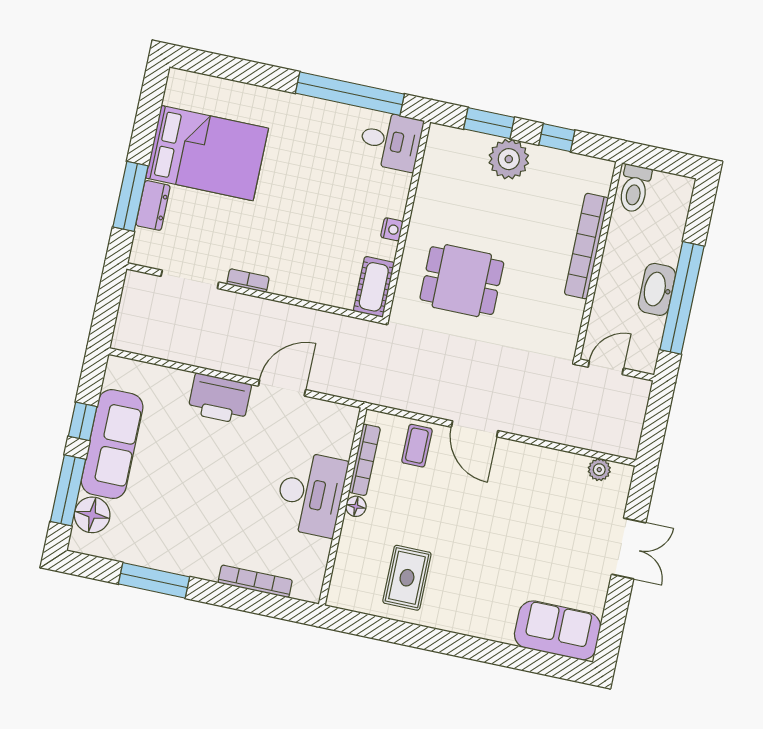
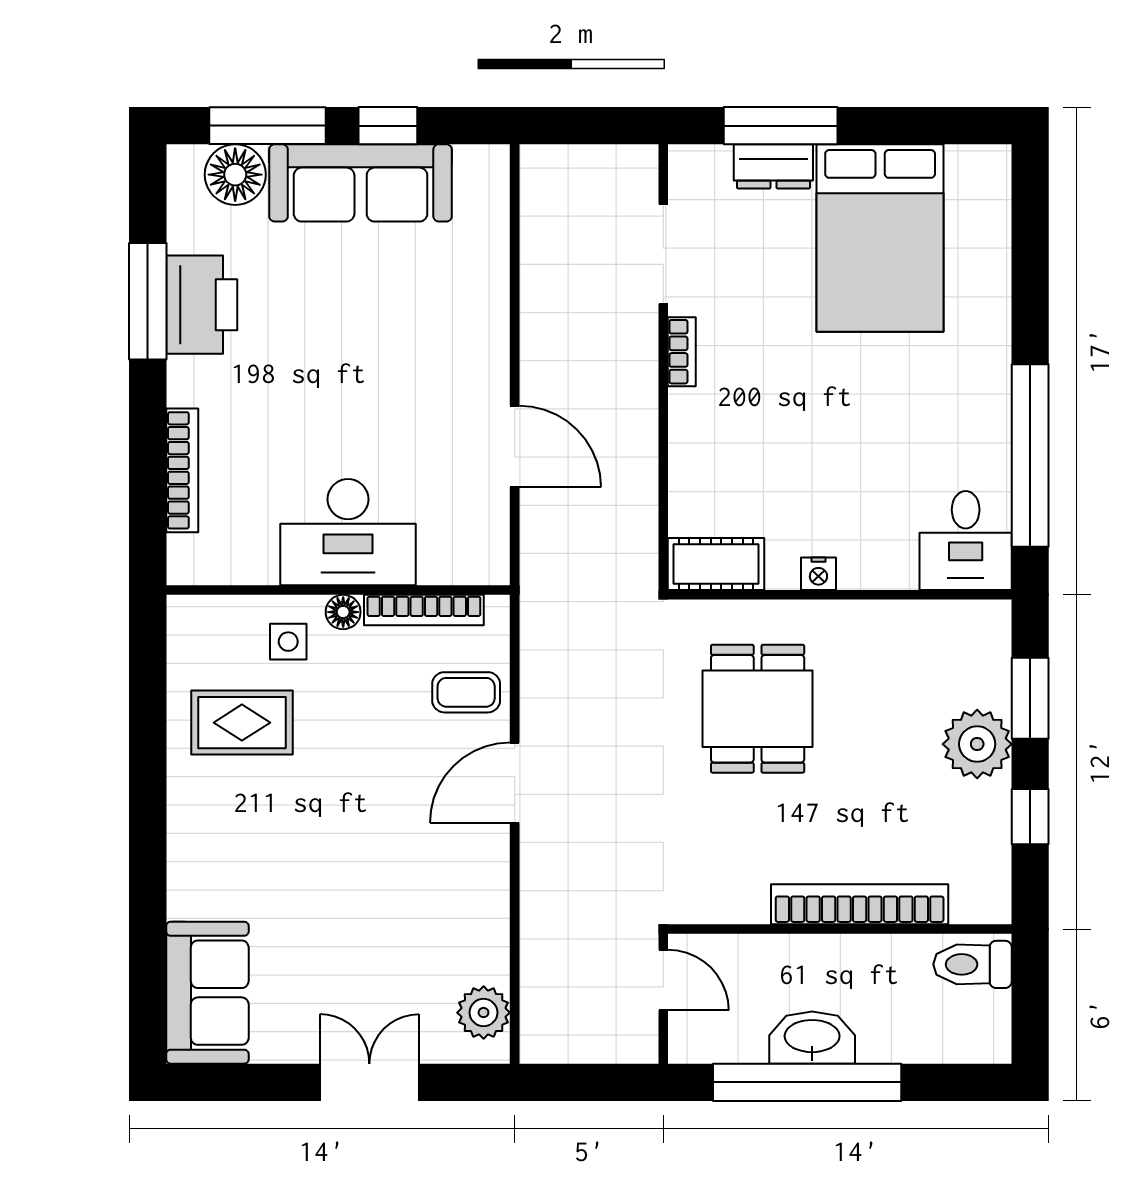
printer: (220, 399) -> (202, 305), moved, turned 180
plant: (599, 470) -> (484, 1013), width x1.38, depth x1.38
side table: (366, 541) -> (288, 642), added
double door: (629, 549) -> (369, 1082), swing flipped

